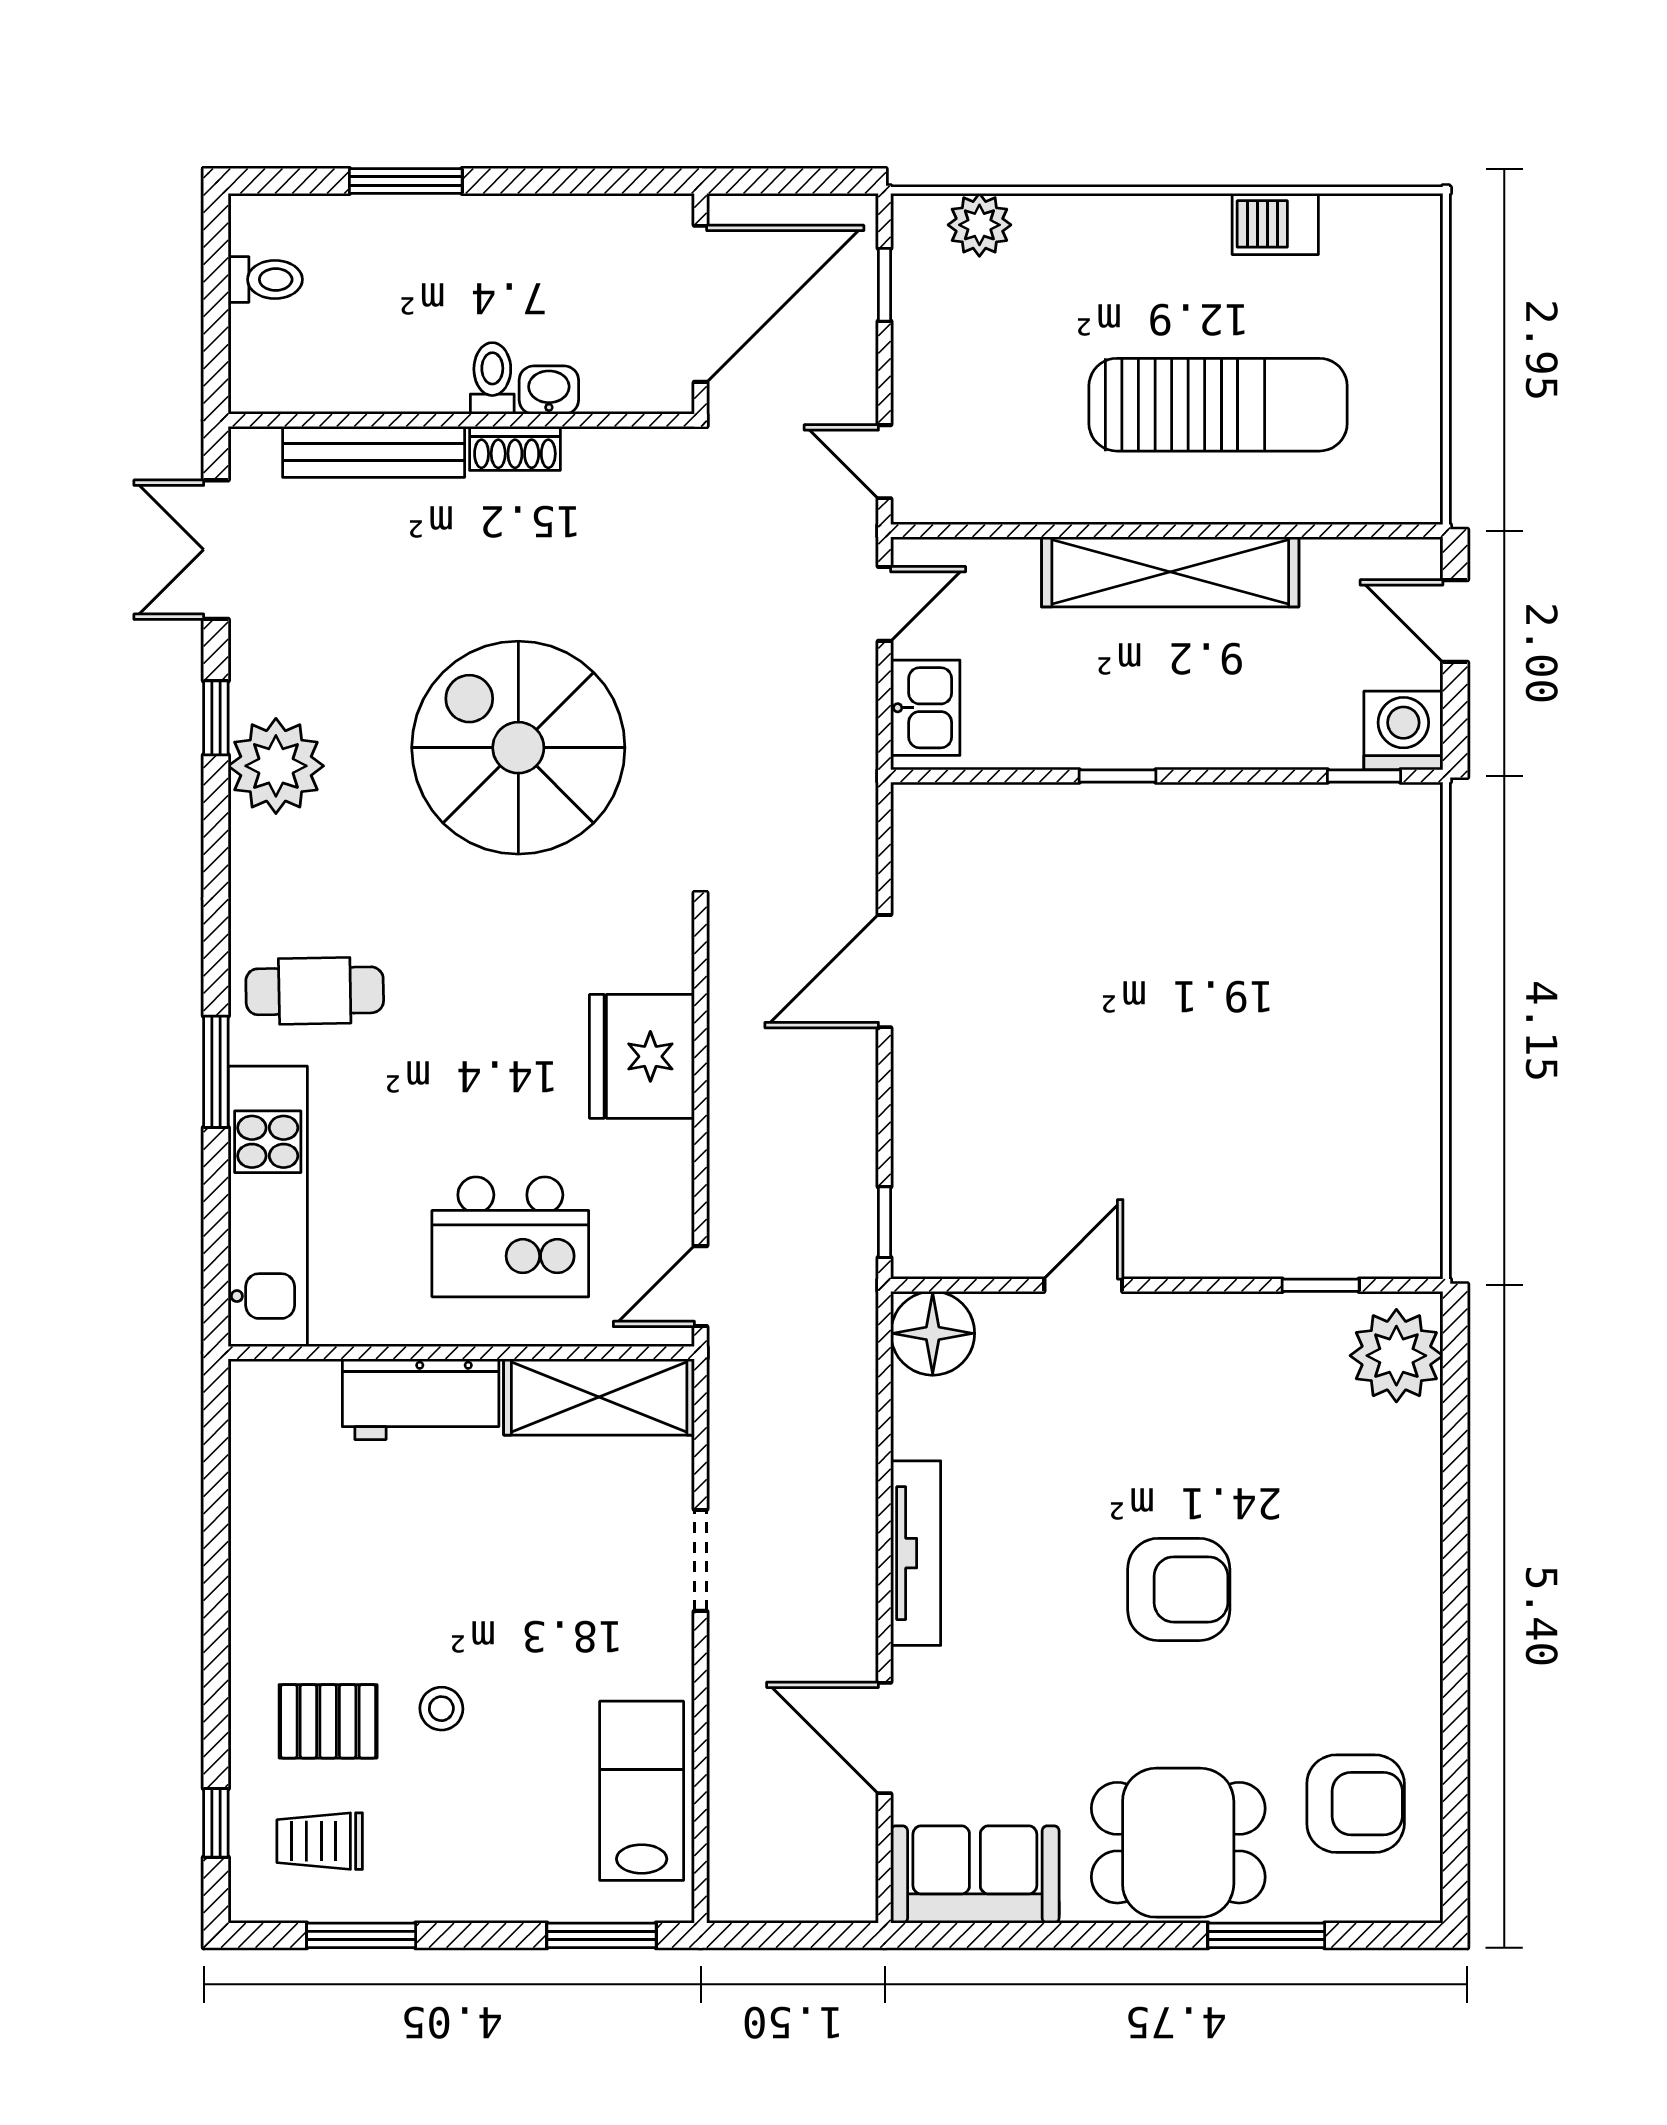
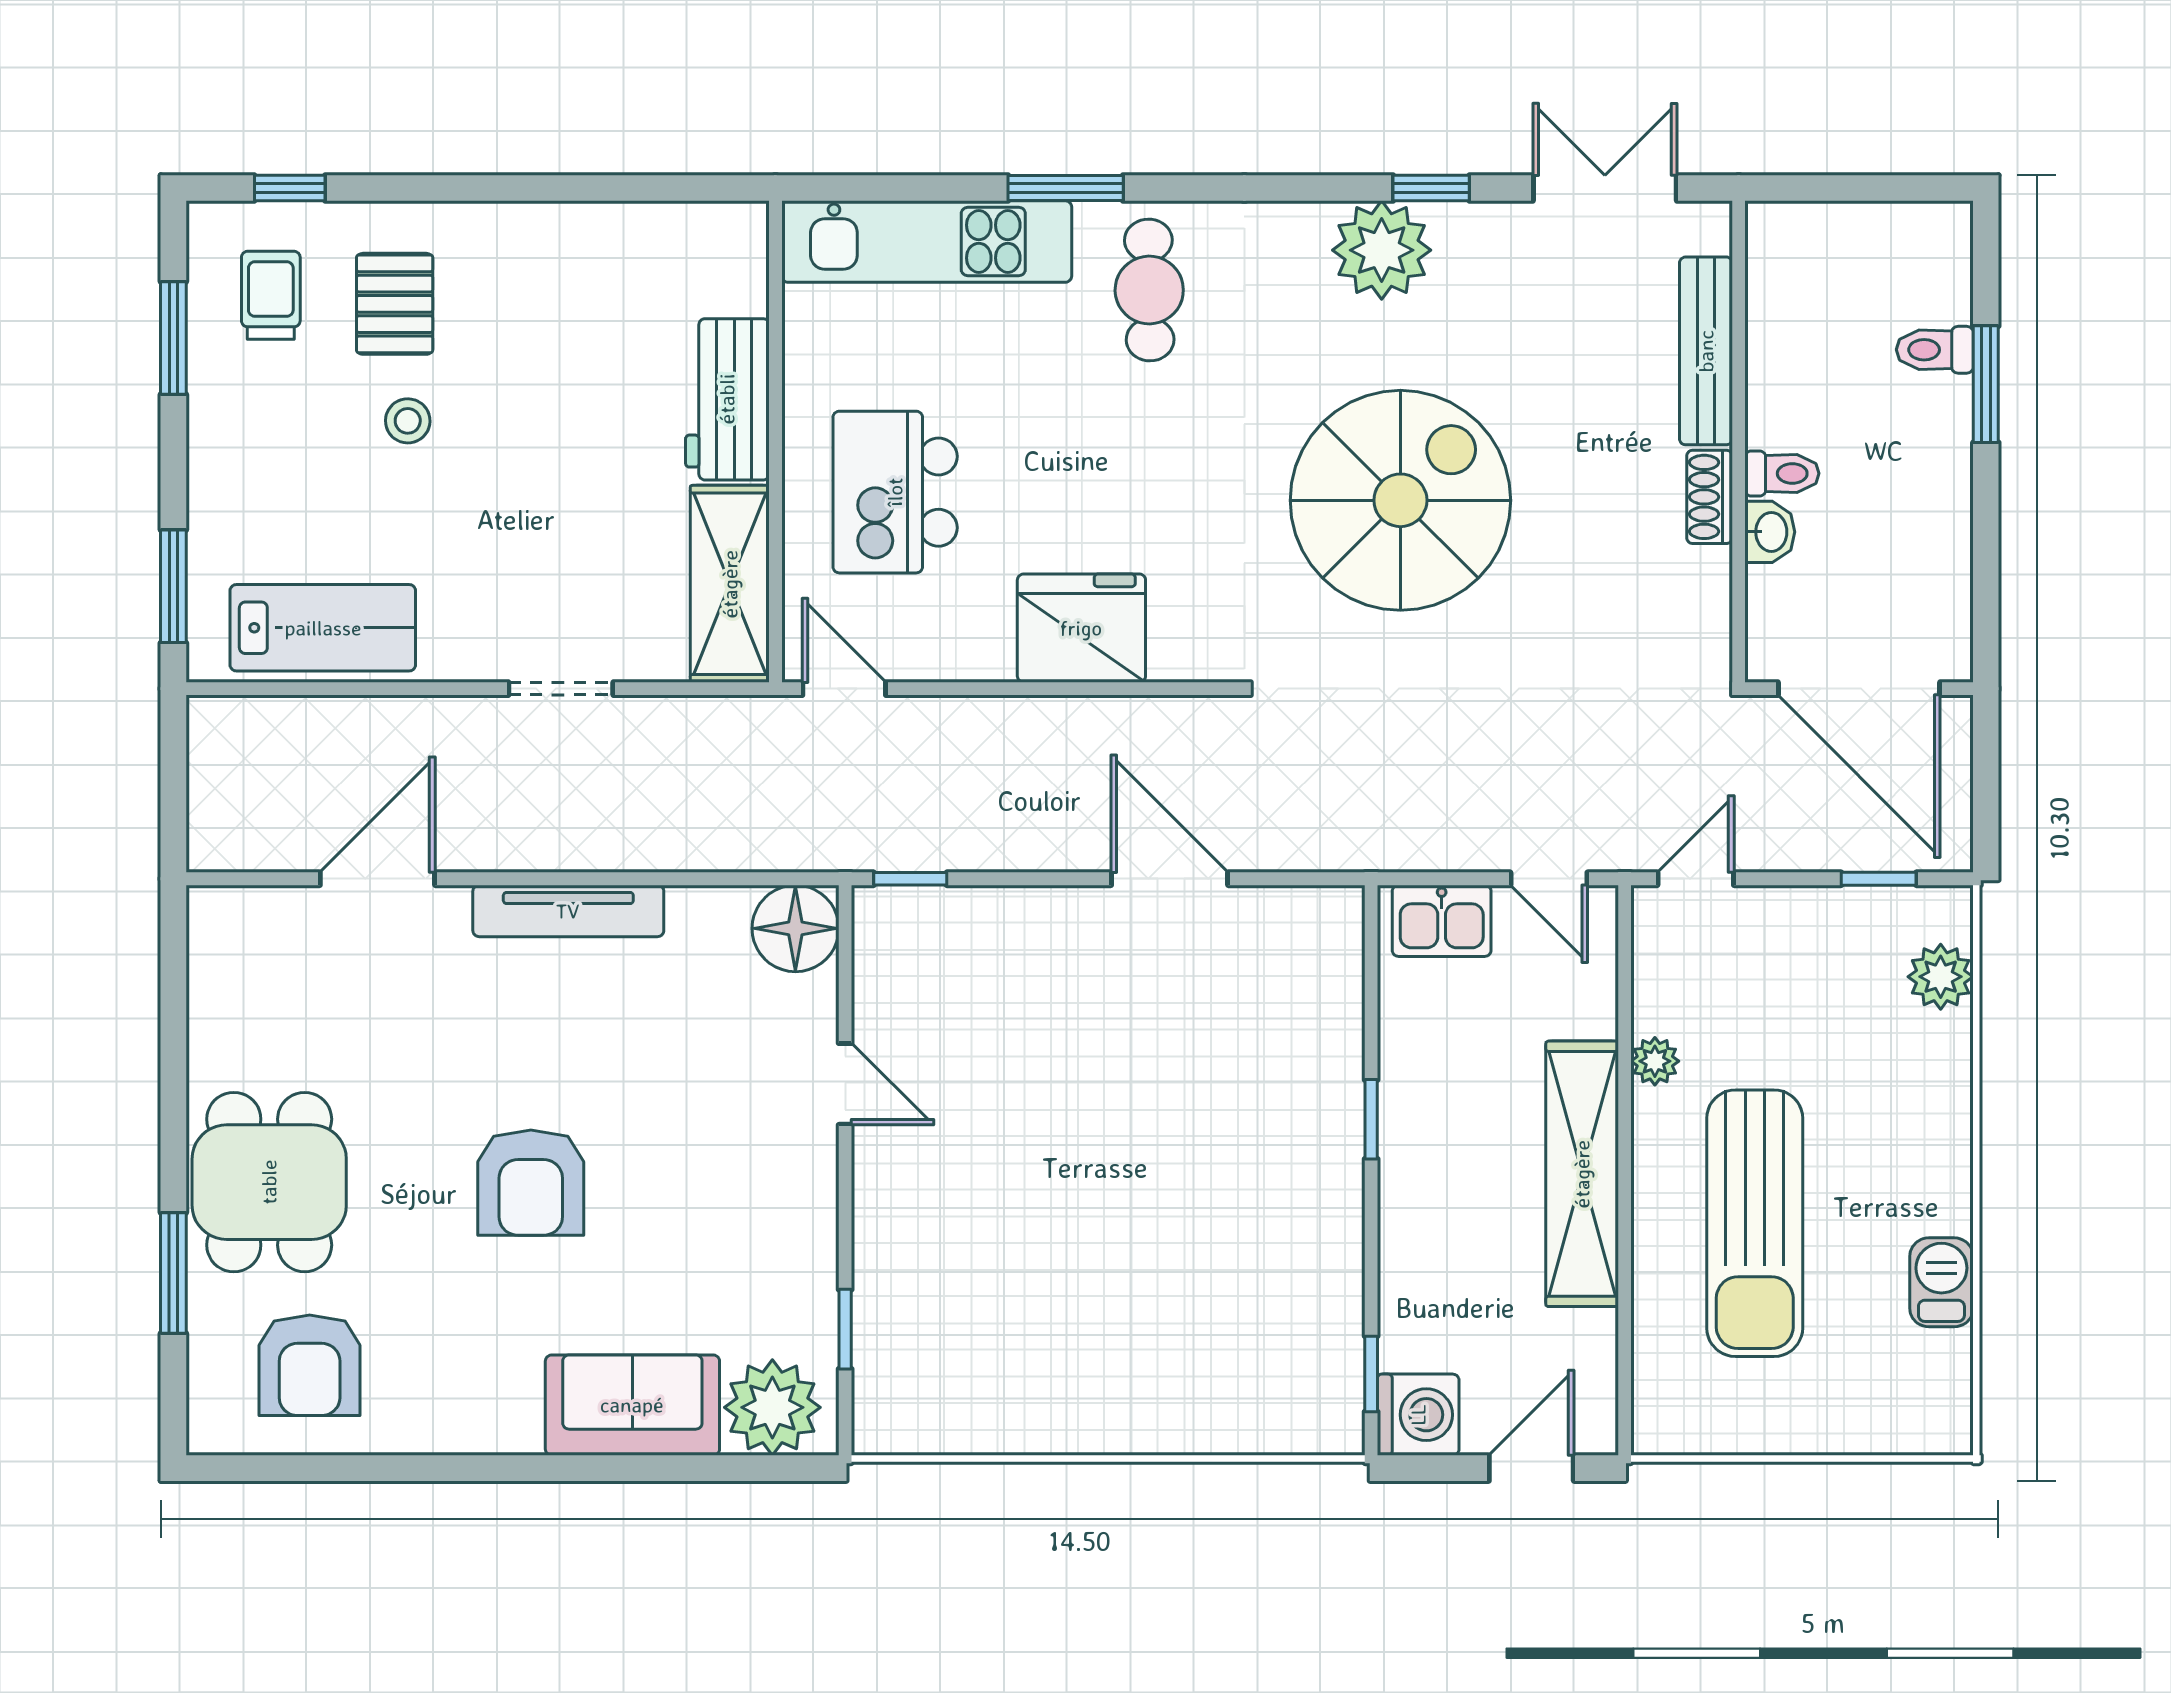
toilet: (265, 279) -> (1935, 350), moved, turned 90
plant: (1061, 501) -> (1655, 1061), added
sofa: (975, 1874) -> (632, 1405), moved, turned -90

